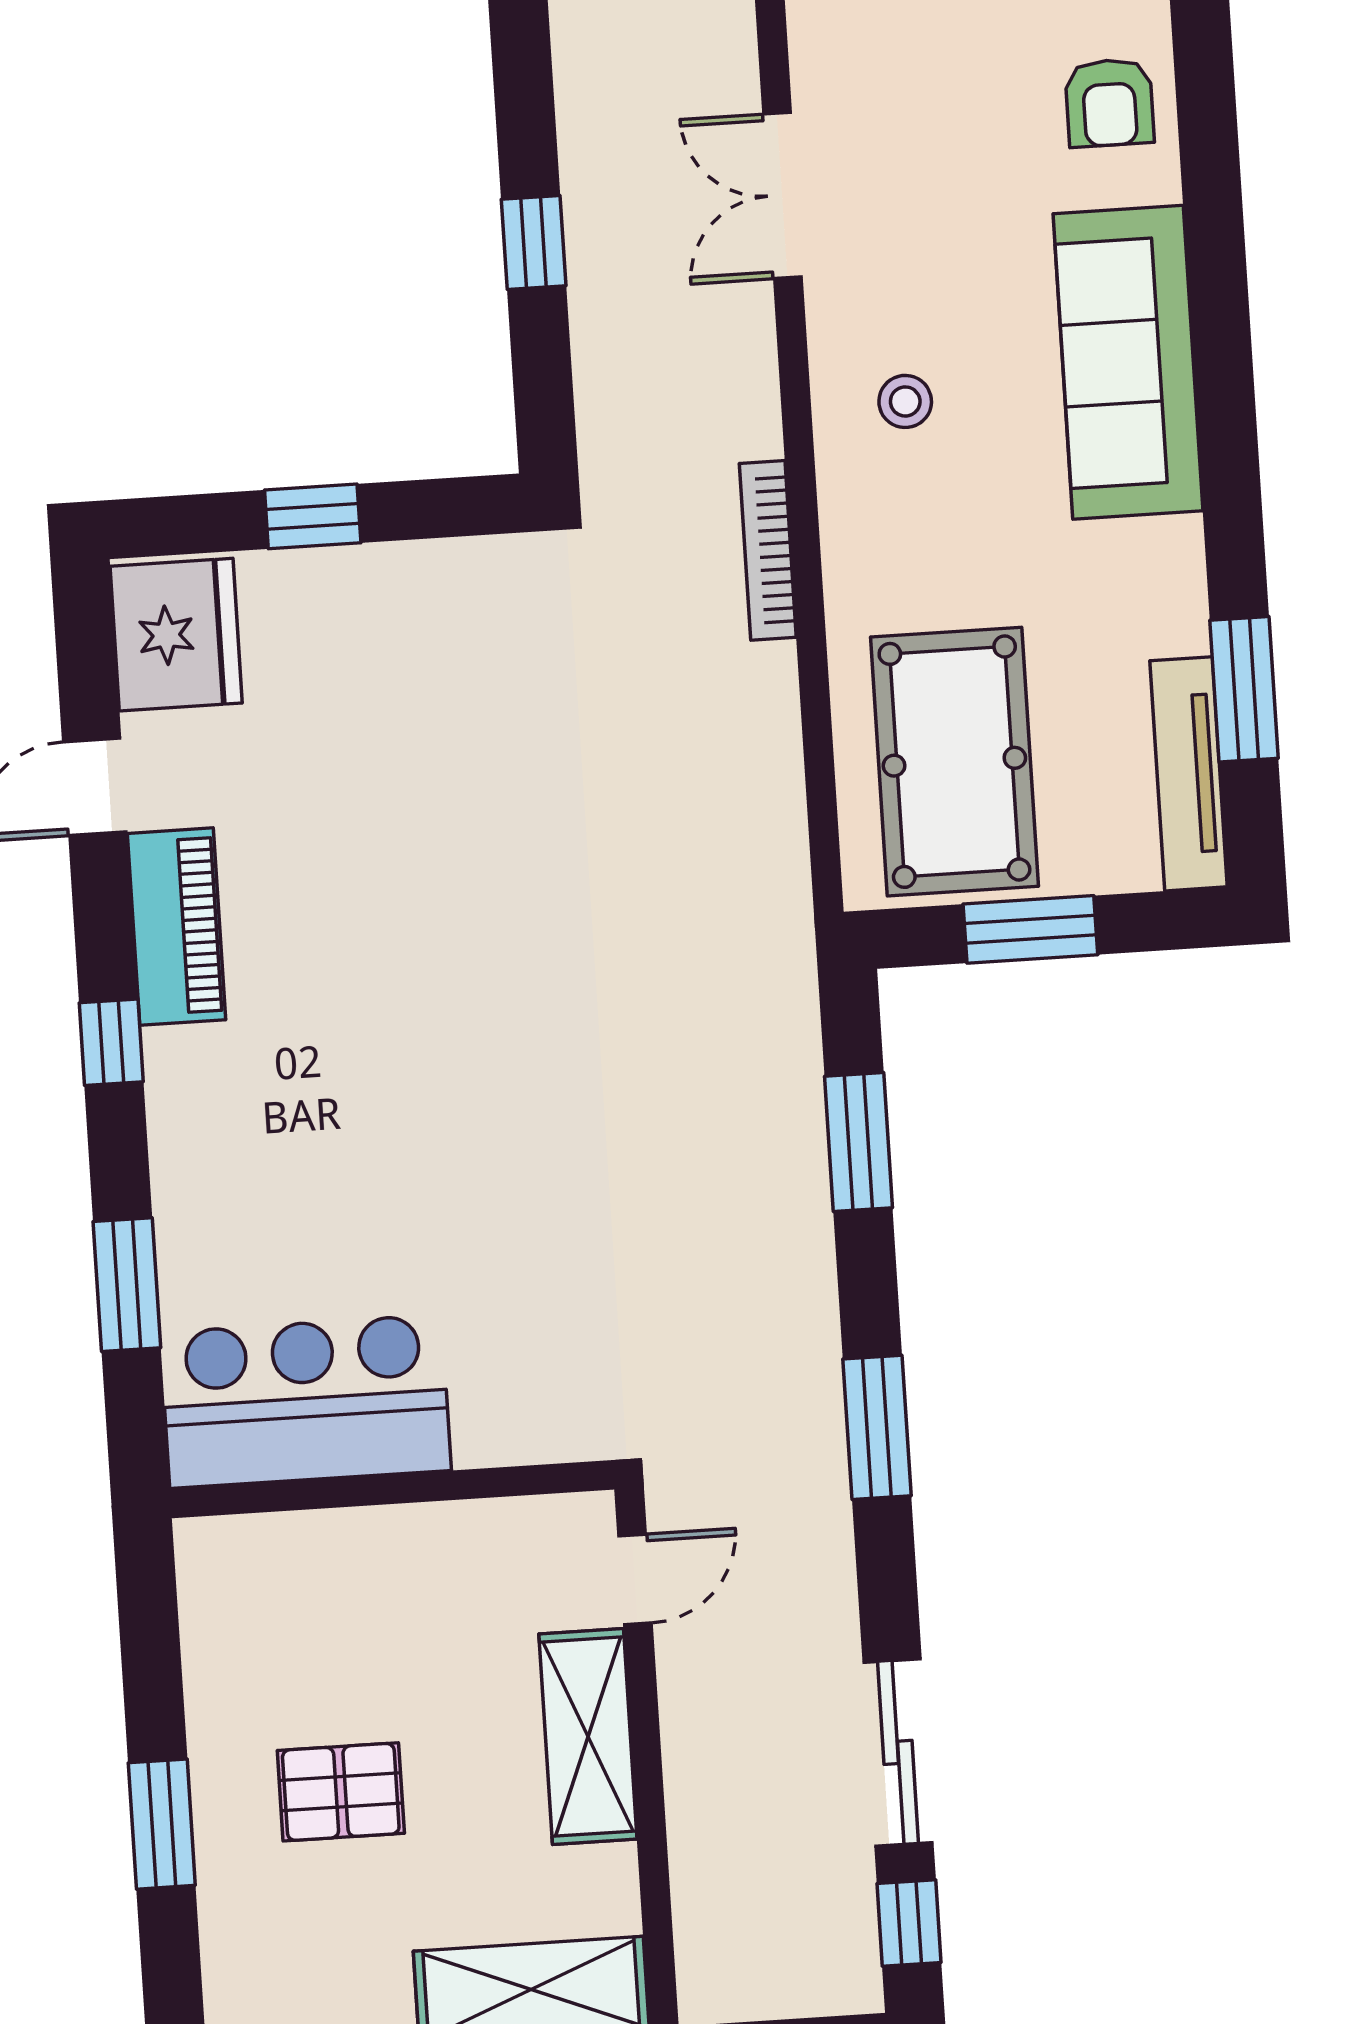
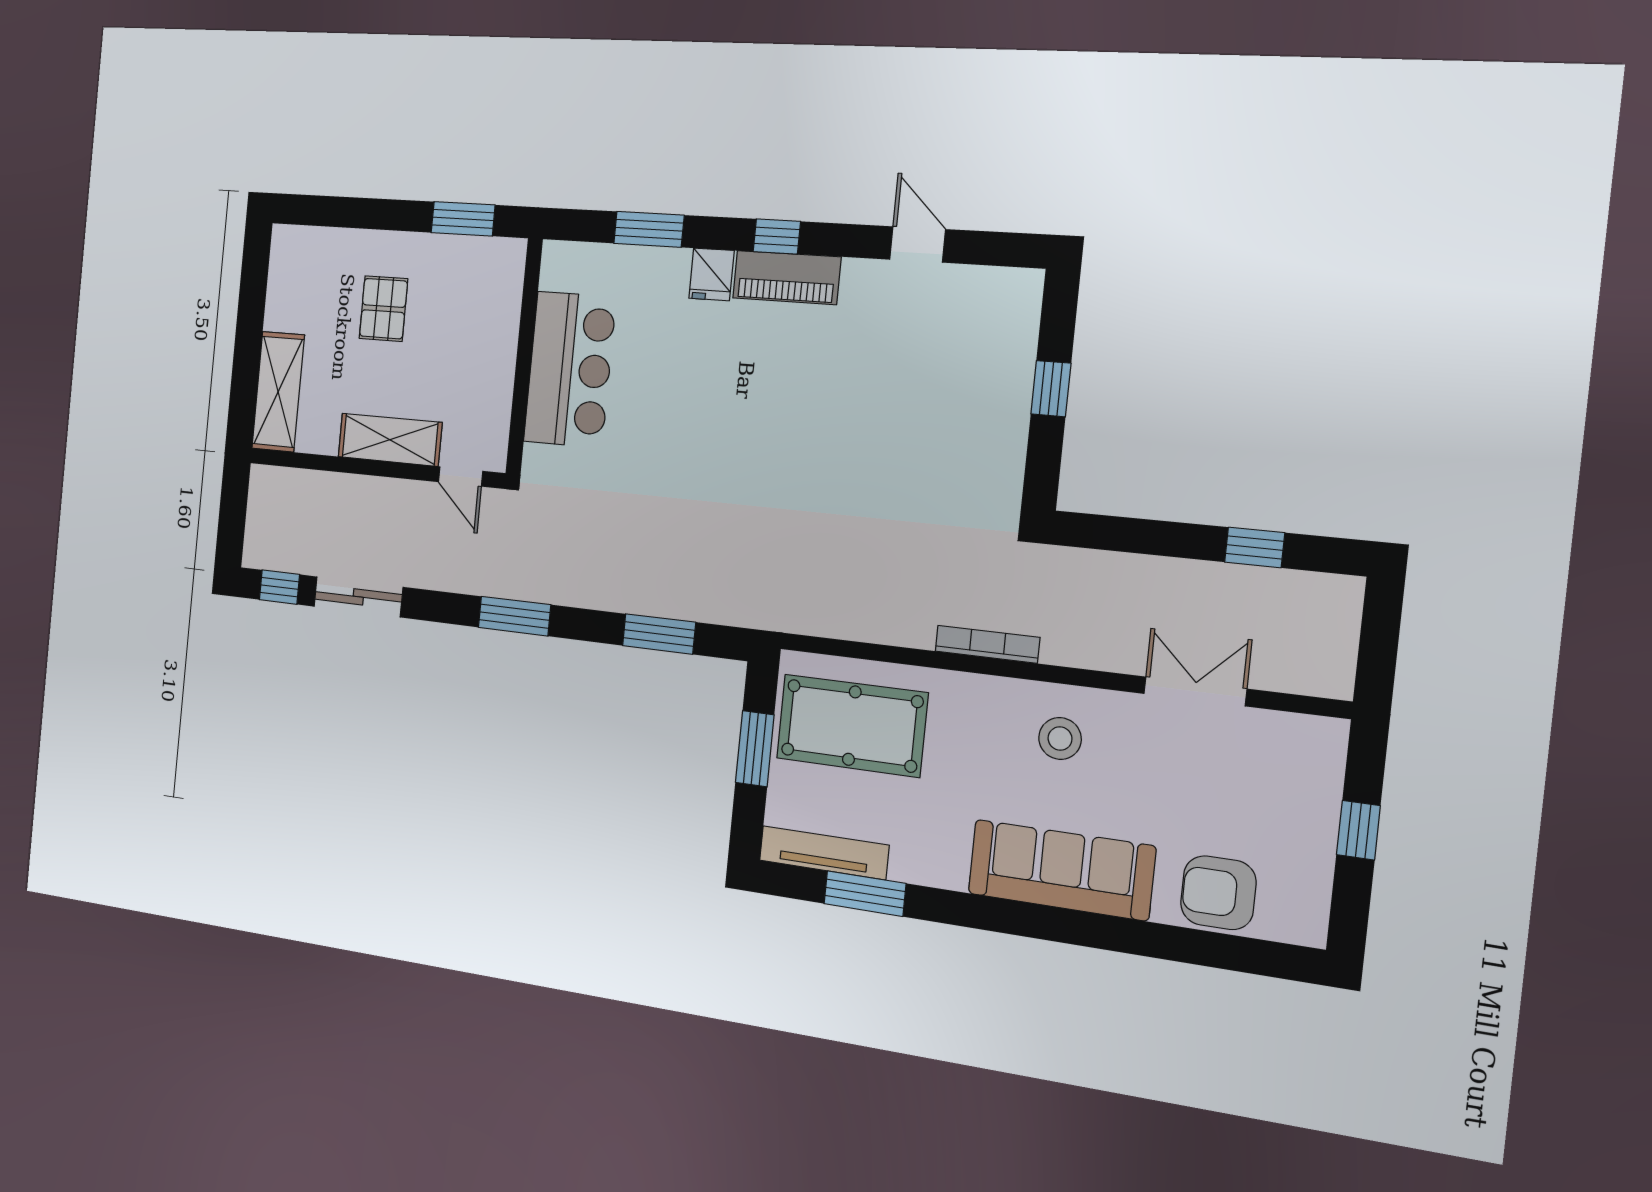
armchair: (1109, 103) -> (1218, 893), width x1.38, depth x1.38
window: (534, 242) -> (1255, 548), moved
stool: (905, 401) -> (1060, 739), width x1.37, depth x1.37
fridge: (176, 635) -> (711, 274), moved, width x0.53, depth x0.75
piano: (177, 927) -> (787, 278), moved
bar counter: (305, 1401) -> (570, 369), moved
window: (162, 1824) -> (463, 219), moved

